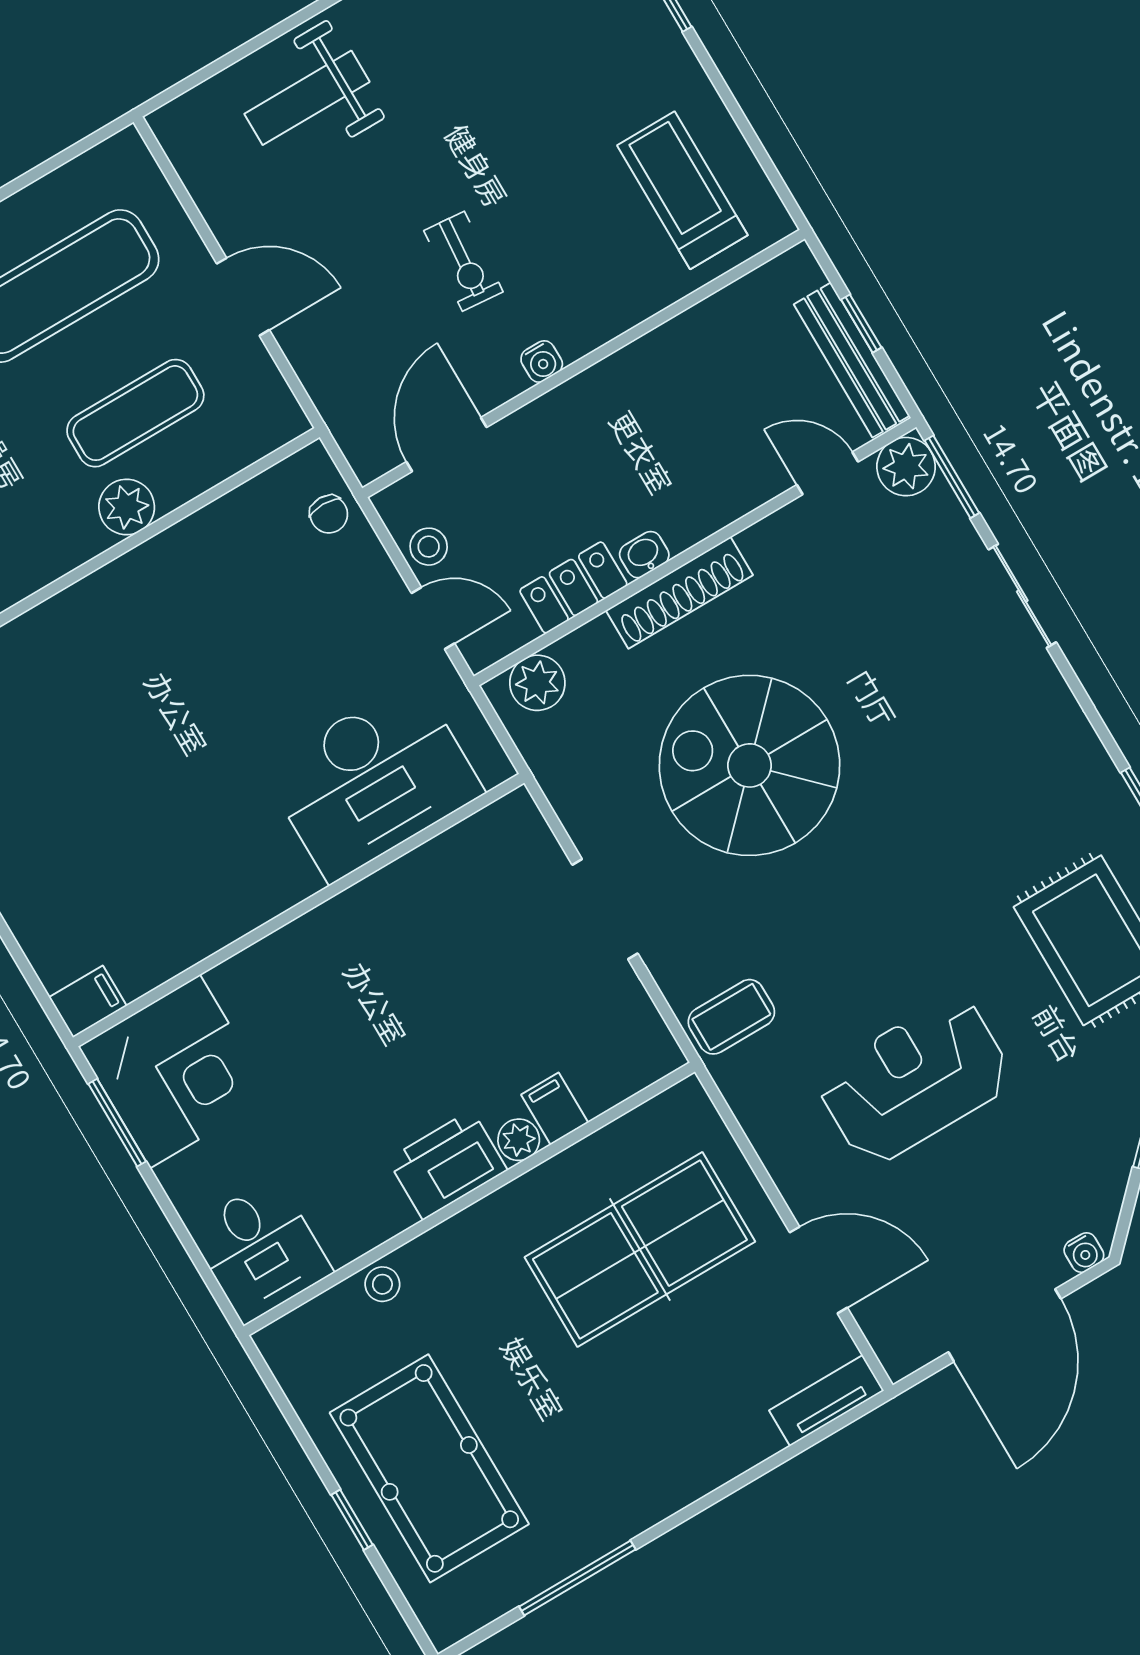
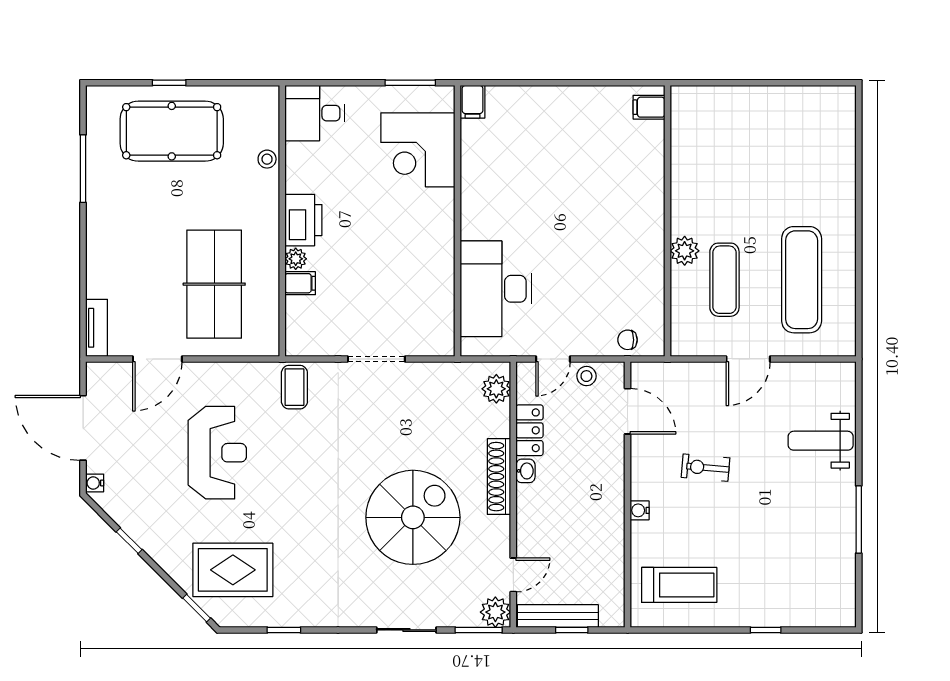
weight bench: (307, 98) -> (821, 441), turned -90
water cooler: (542, 362) -> (640, 510), moved
spiral stairs: (749, 765) -> (413, 517), moved
corner desk: (175, 1071) -> (418, 150), moved

